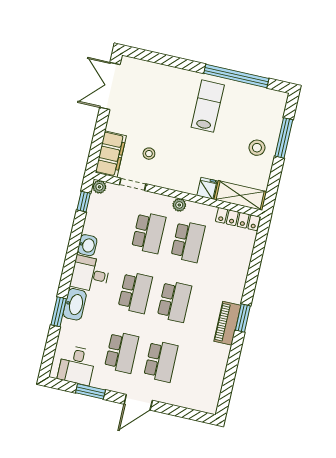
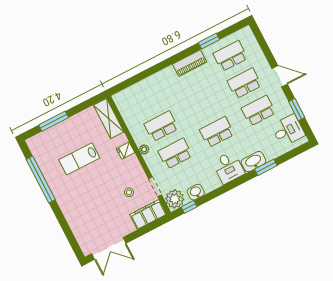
lab bench: (208, 106) -> (79, 159), moved
stool: (257, 148) -> (72, 132), removed
plant: (99, 187) -> (175, 199), width x1.88, depth x1.88
fridge: (207, 188) -> (125, 151), moved
locker: (238, 219) -> (124, 108), removed
washbasin: (87, 245) -> (196, 192), moved
school desk: (174, 301) -> (230, 56), moved
window: (243, 318) -> (209, 41), moved

